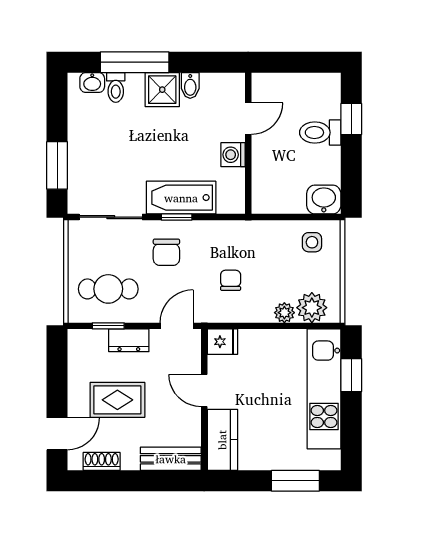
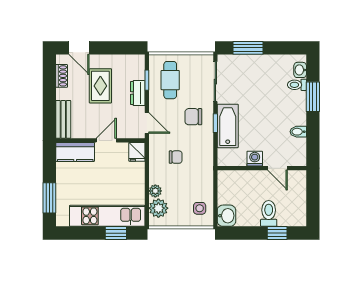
window: (135, 62) -> (313, 97), width x0.69
shower: (162, 90) -> (296, 114), removed

